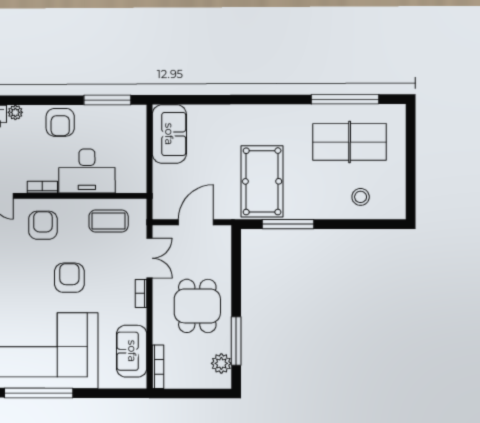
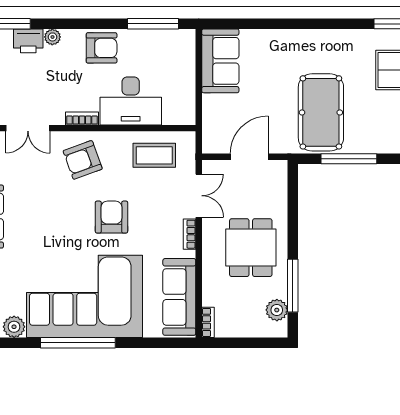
armchair: (60, 122) -> (102, 48), turned -90
armchair: (43, 225) -> (83, 160), turned -110
sofa: (132, 351) -> (179, 297), width x1.36
bookcase: (158, 367) -> (208, 322), width x0.64

